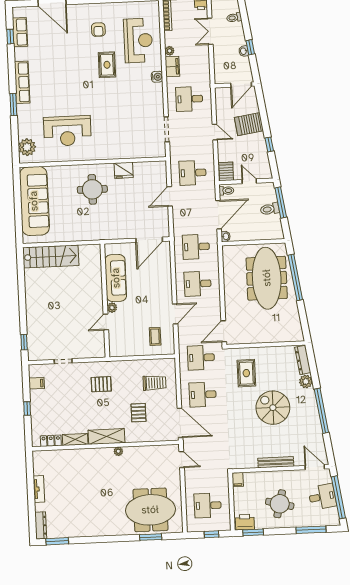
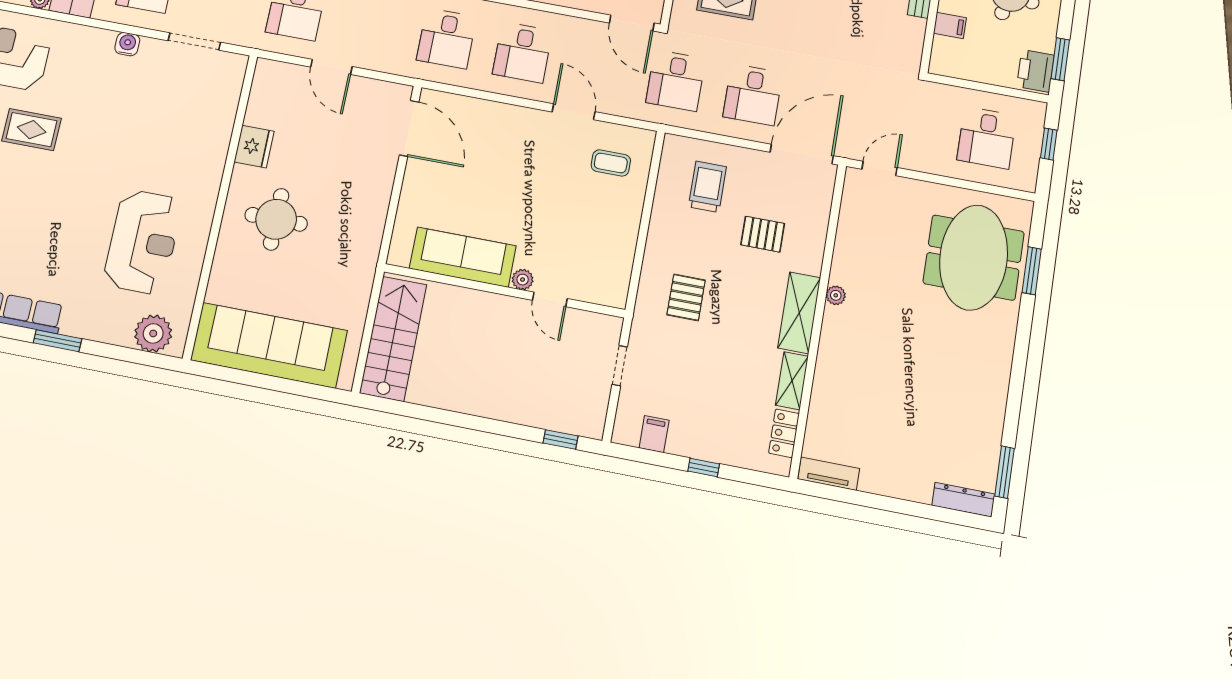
water cooler: (157, 77) -> (127, 44), moved
sofa: (116, 278) -> (463, 257), moved
wall: (105, 301) -> (504, 291), moved
plant: (112, 308) -> (523, 280), moved
door: (106, 322) -> (550, 299), moved
filing cabinet: (238, 480) -> (950, 26), moved
tv unit: (39, 489) -> (829, 474), moved

